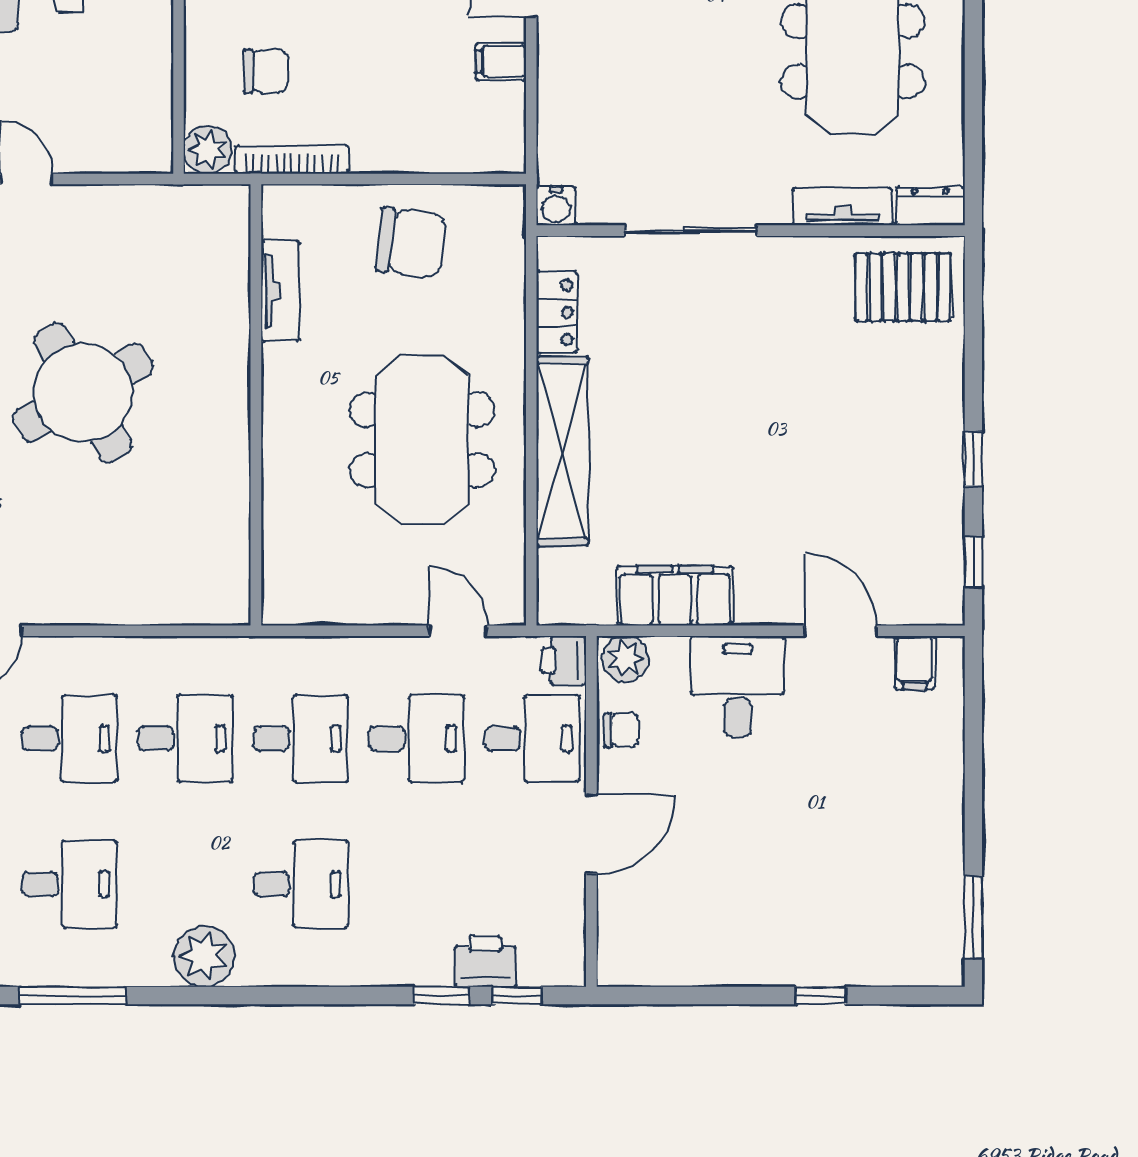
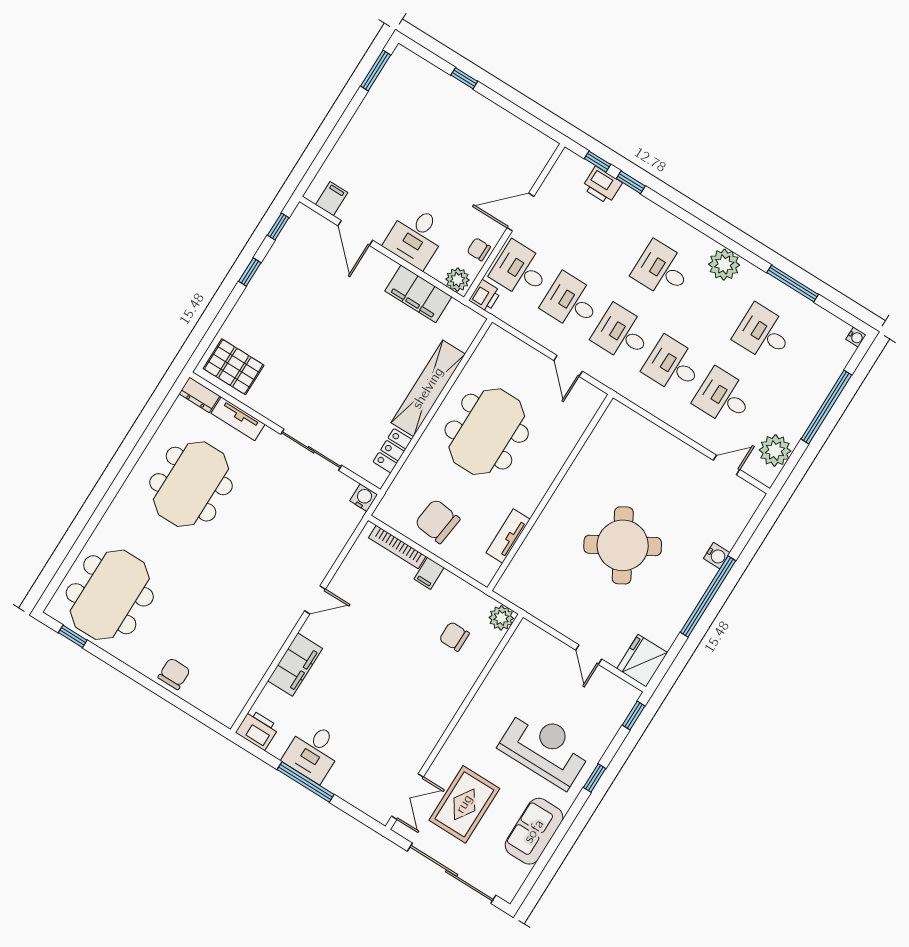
filing cabinet: (501, 61) -> (429, 573), moved, turned 90
bookcase: (292, 159) -> (397, 547), moved
door: (458, 631) -> (568, 366), moved

